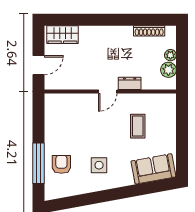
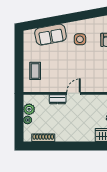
coffee table: (138, 126) -> (35, 71), moved
sofa: (153, 169) -> (51, 35), moved

